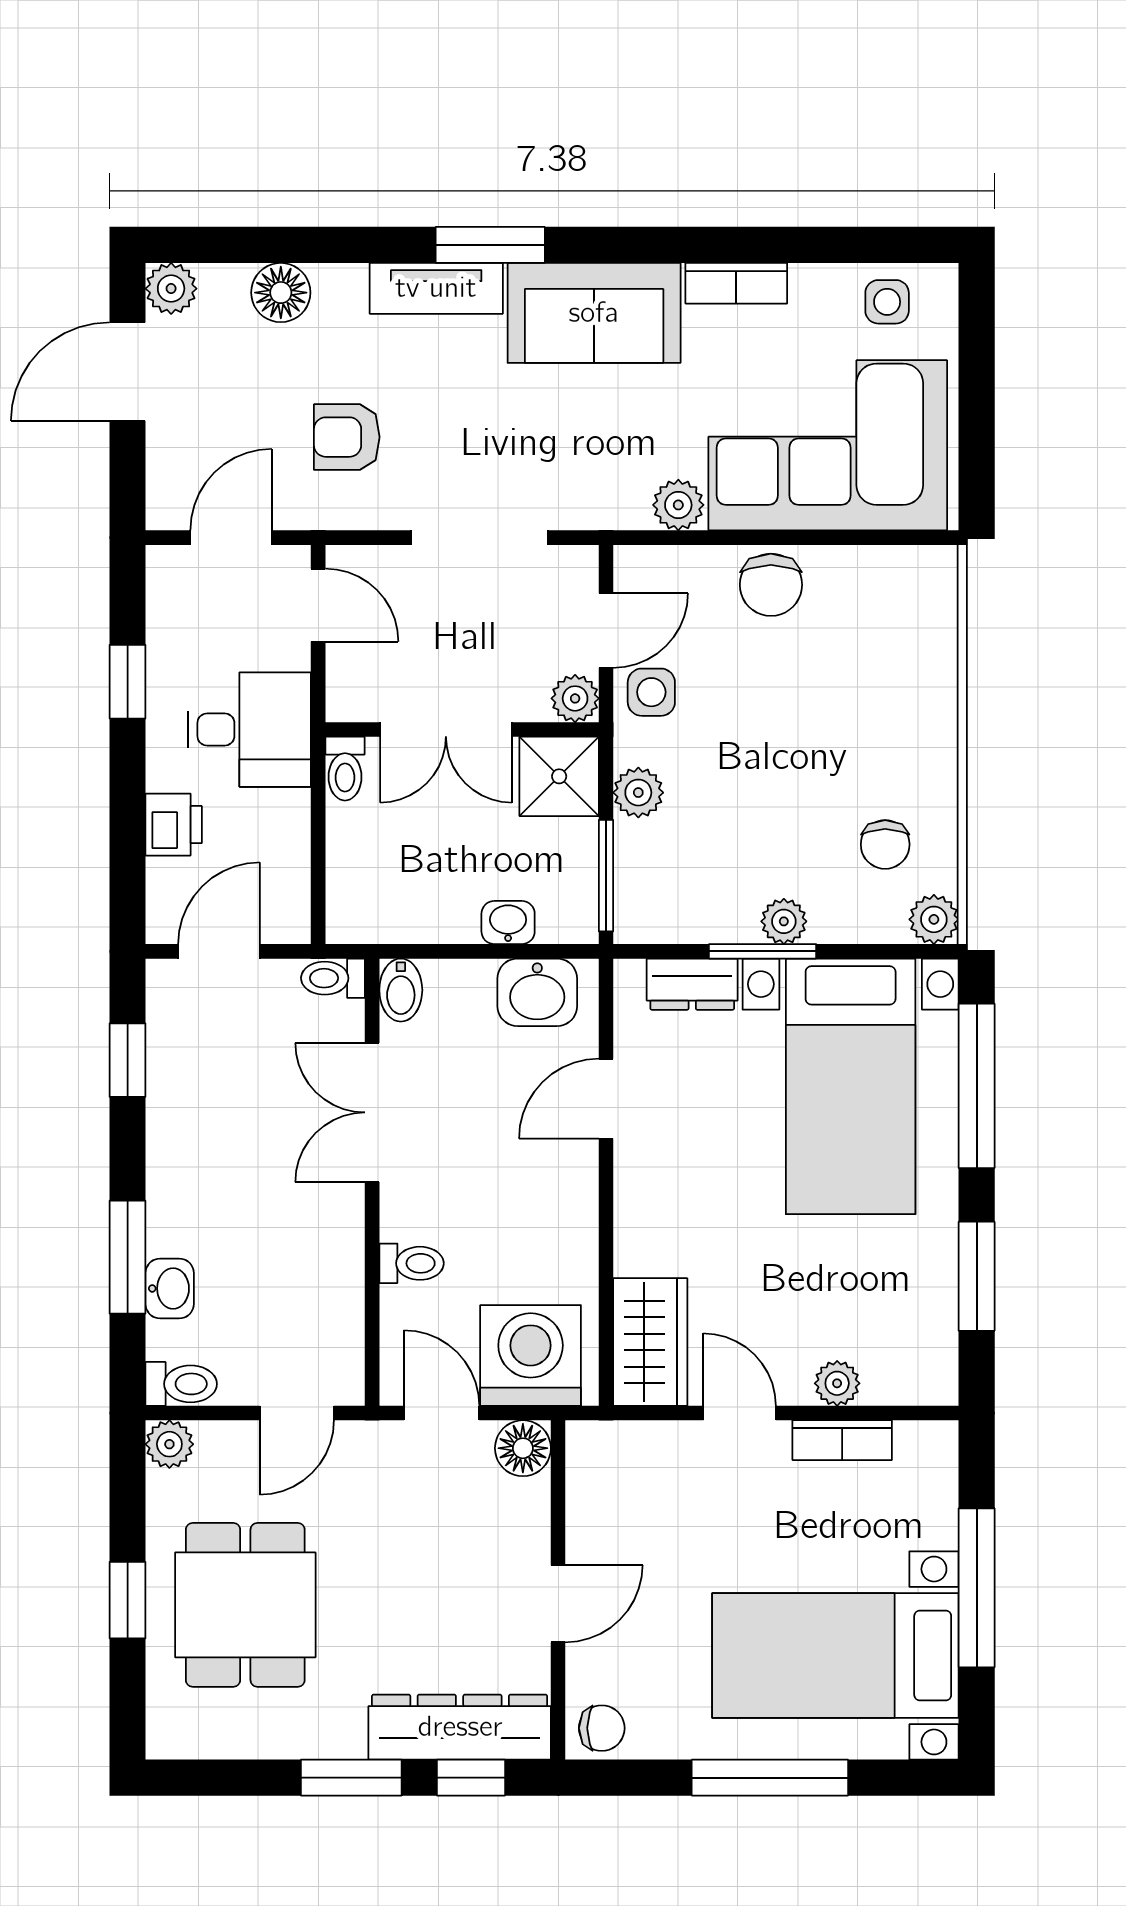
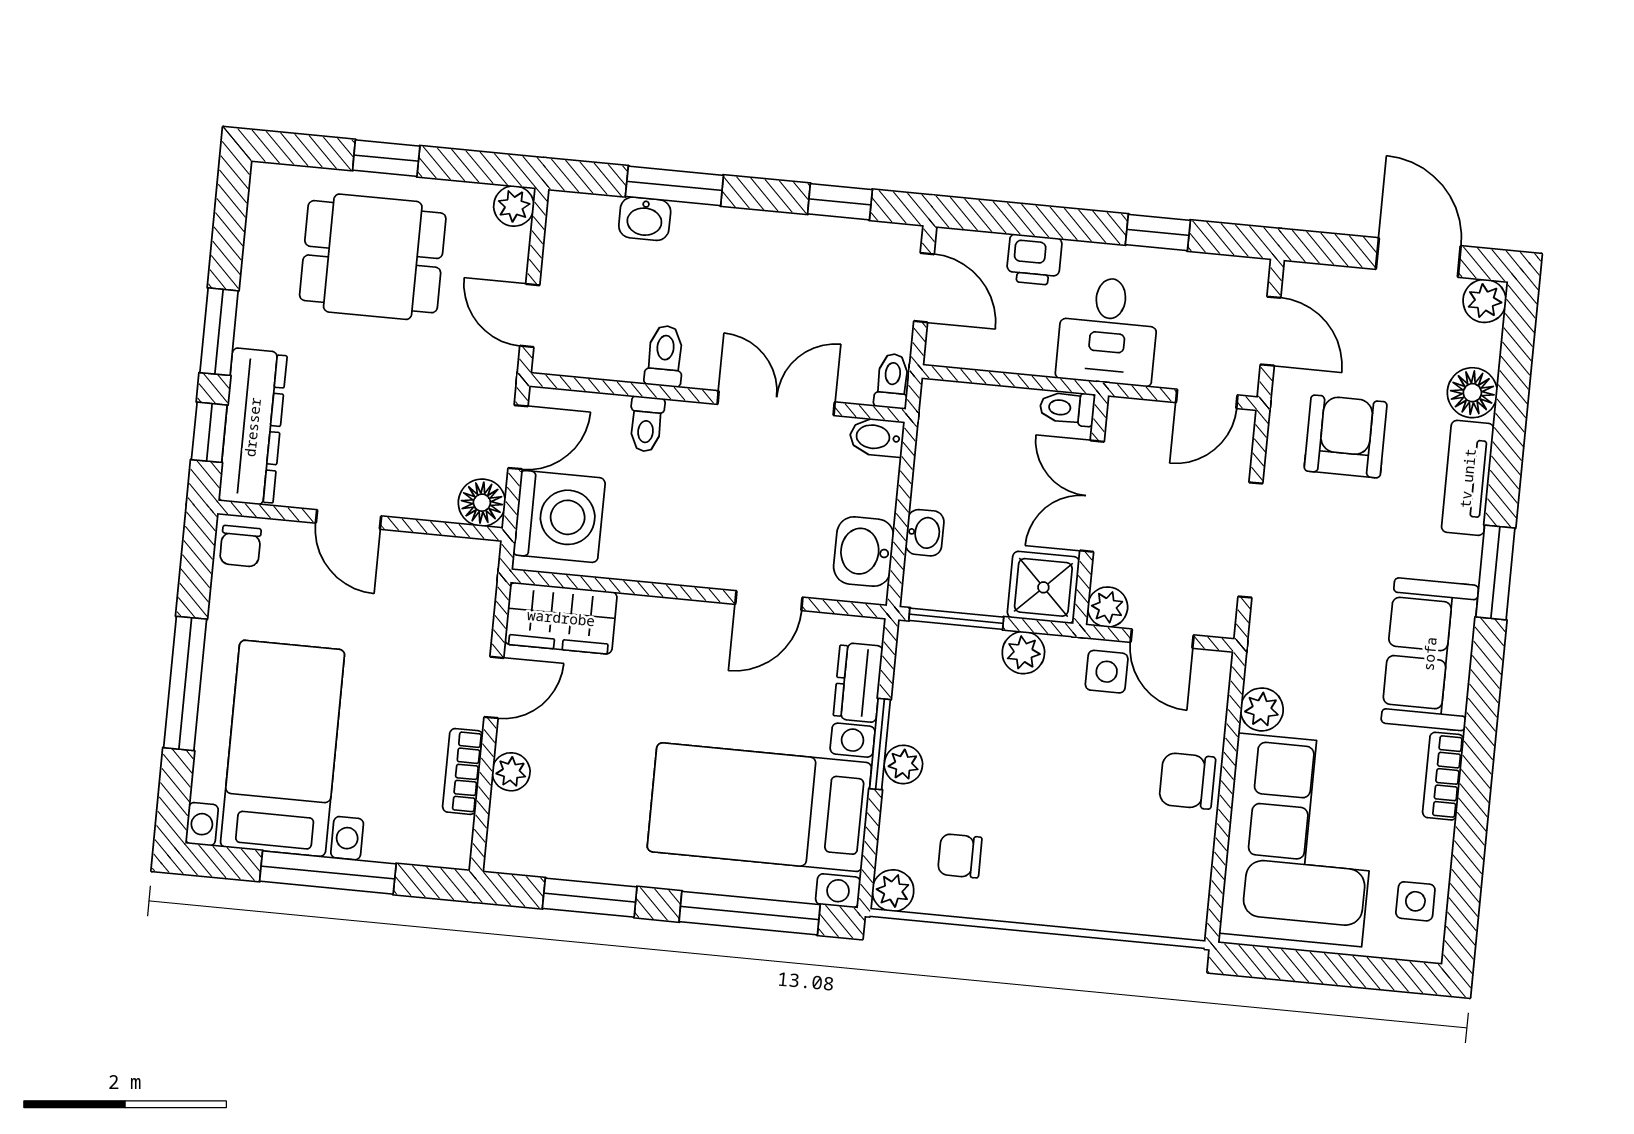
tv unit: (436, 288) -> (1468, 478), moved
armchair: (347, 437) -> (1346, 436), width x1.38, depth x1.38
door: (606, 1099) -> (769, 601), swing flipped
toilet: (181, 1384) -> (665, 356), moved, turned 180

